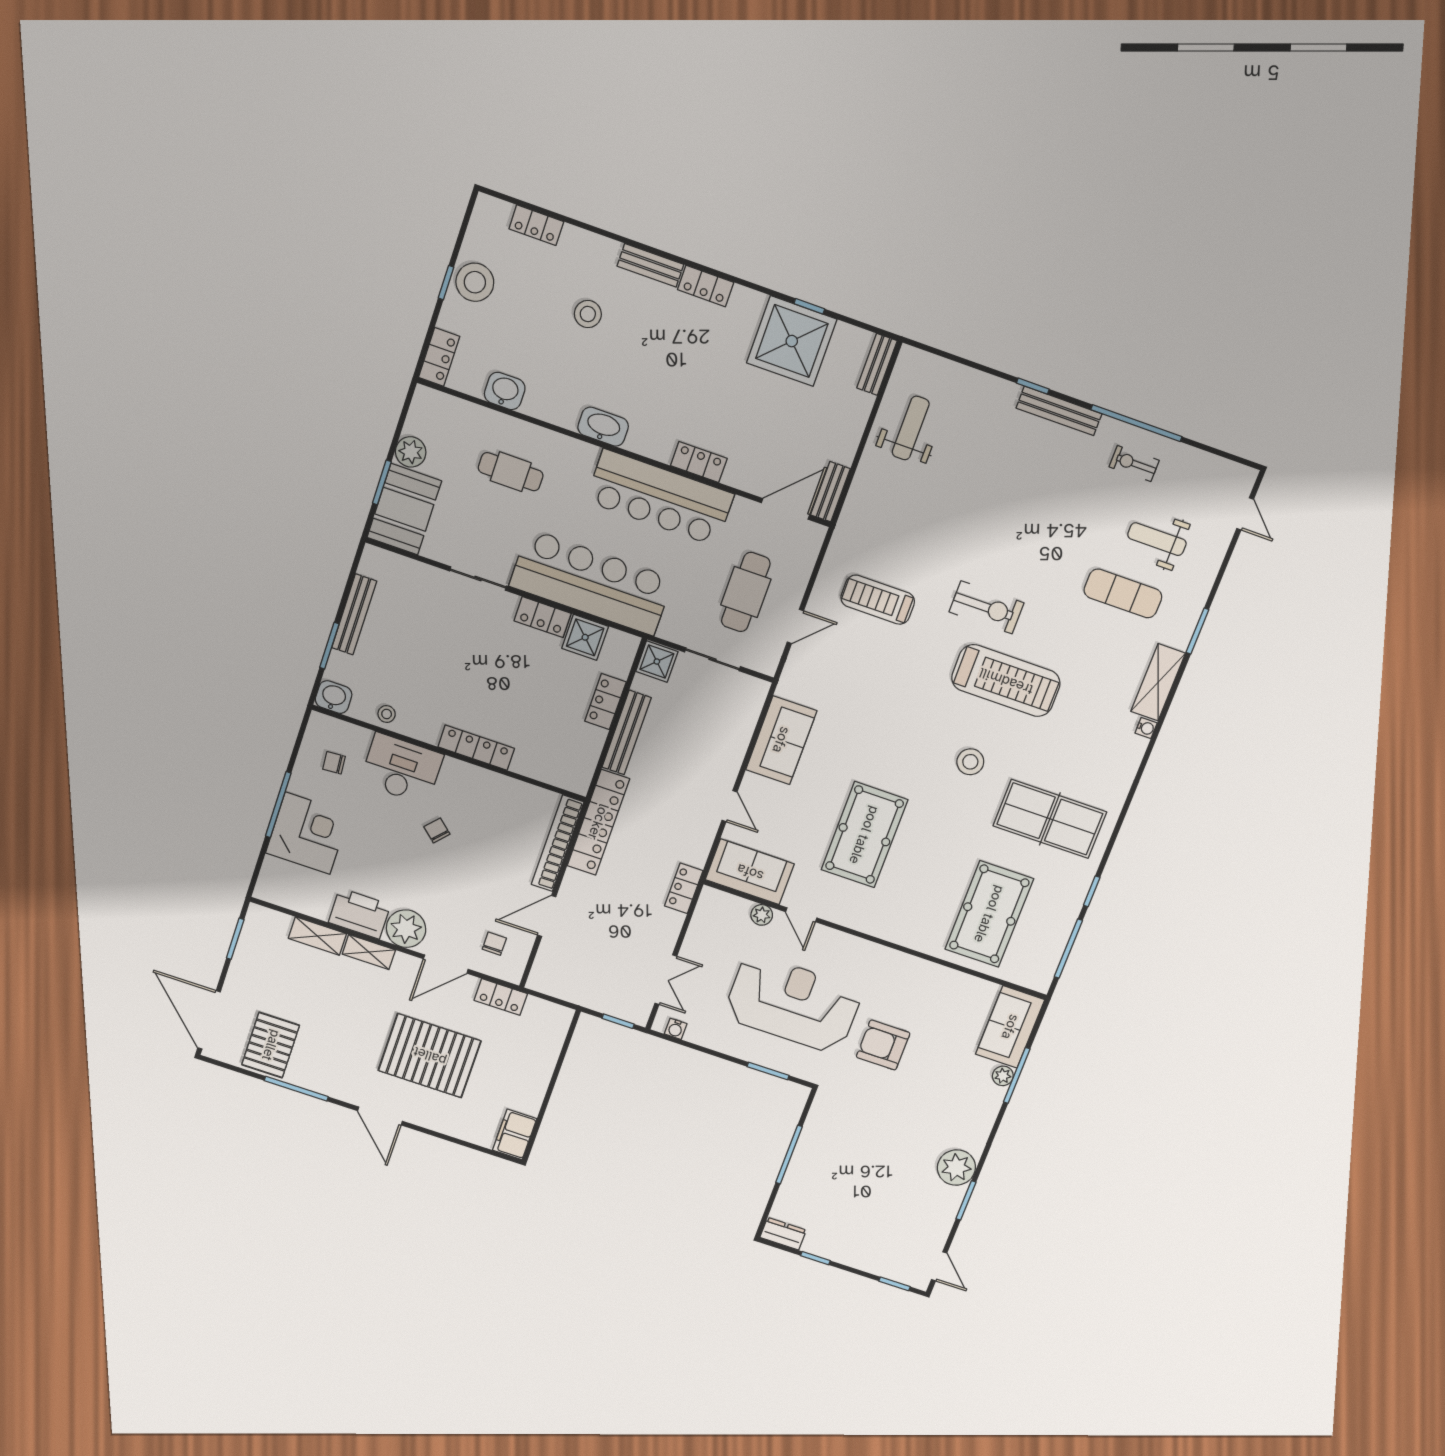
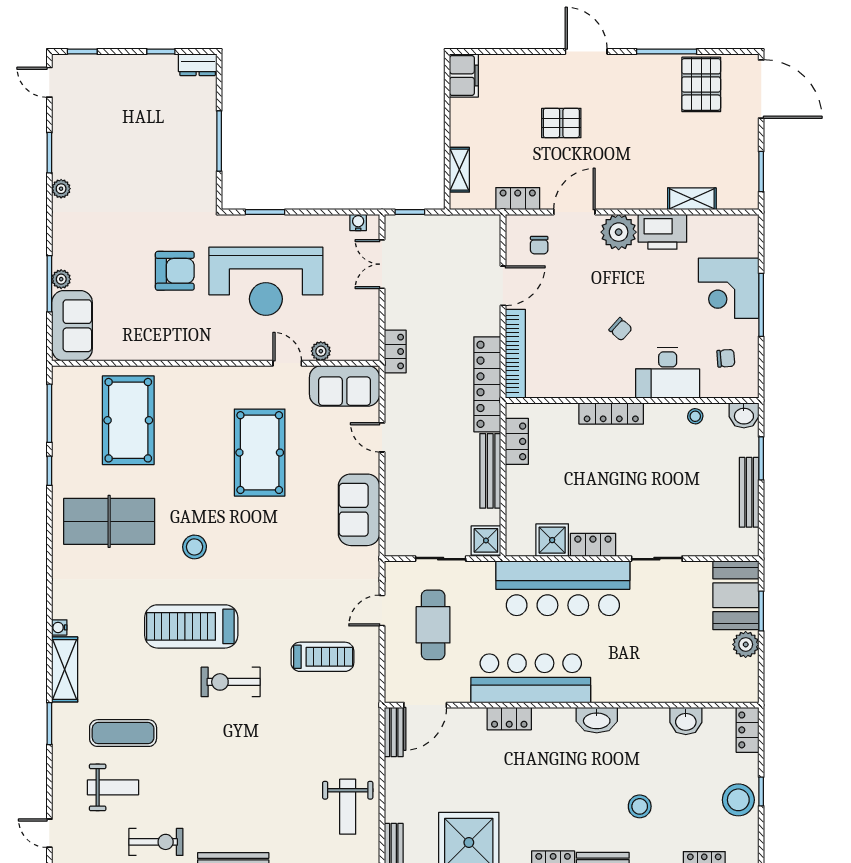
exercise bike: (1134, 464) -> (156, 842), width x1.38, depth x1.39
cafe table: (511, 472) -> (659, 657), removed
locker: (605, 702) -> (517, 441), moved
shelving: (369, 952) -> (459, 170), moved, turned 90
pallet: (430, 1056) -> (561, 123), width x0.49, depth x0.50
plant: (956, 1168) -> (61, 189), width x0.53, depth x0.53

